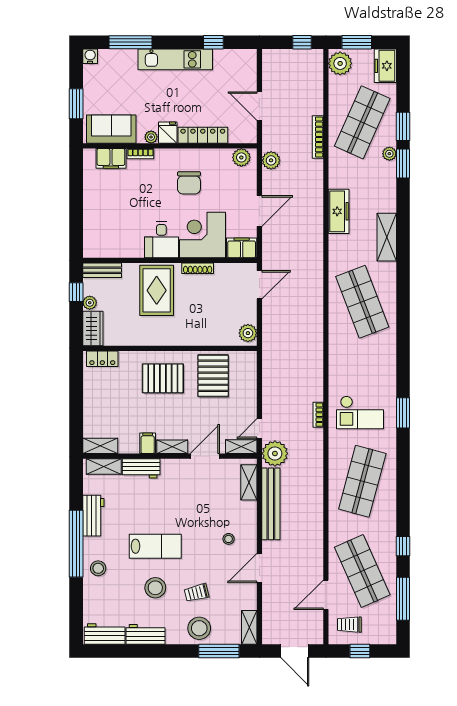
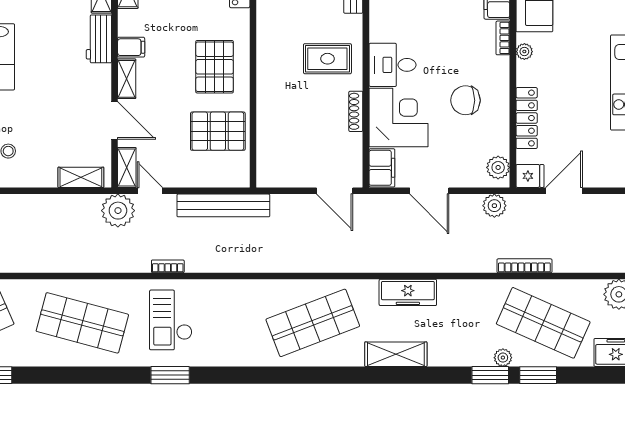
fridge: (168, 133) -> (530, 176), moved
freezer: (339, 211) -> (408, 292), moved
rug: (157, 290) -> (327, 59), width x0.73, depth x0.70
plant: (248, 333) -> (273, 176), removed
bench: (271, 504) -> (223, 205), moved

